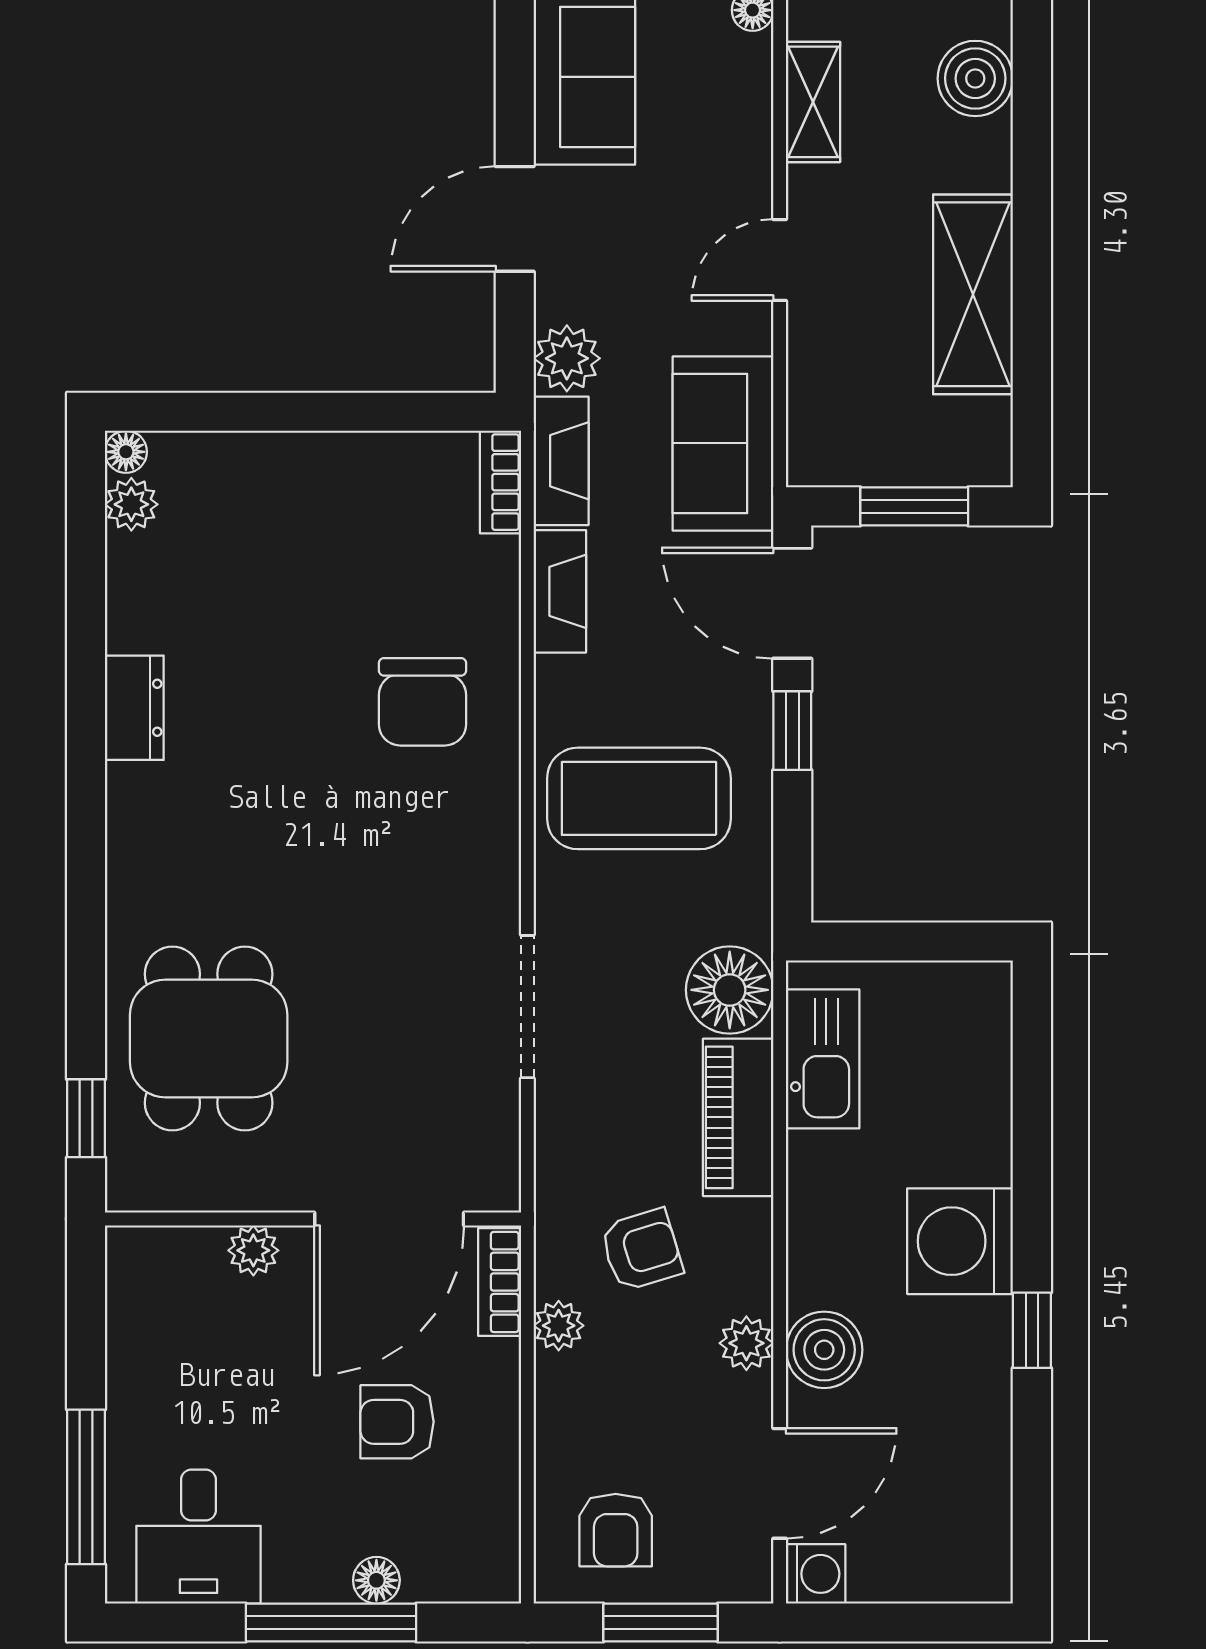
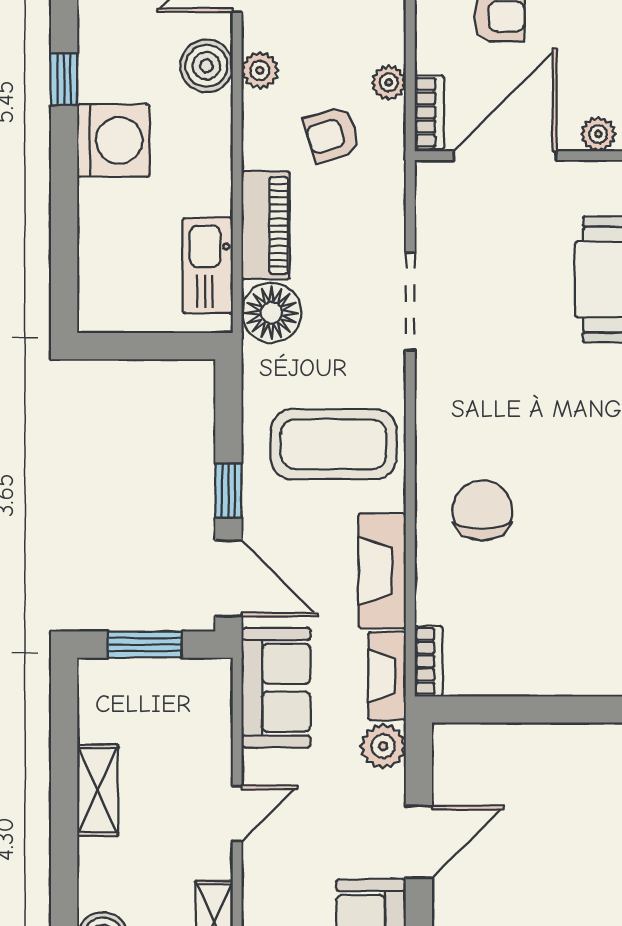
shelving: (973, 294) -> (98, 790), width x0.67, depth x0.75
fireplace: (560, 591) -> (382, 571), width x1.37, depth x1.32

